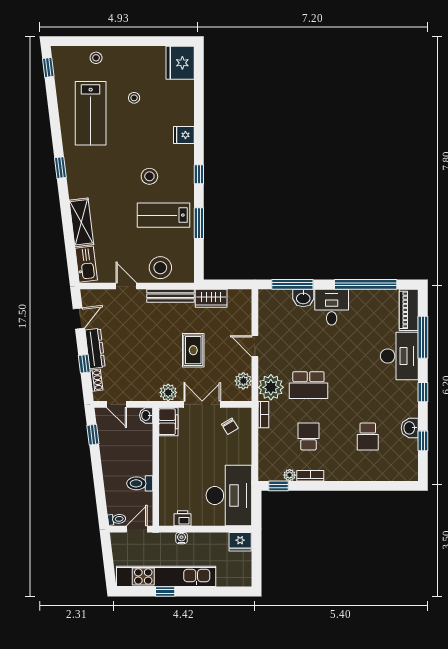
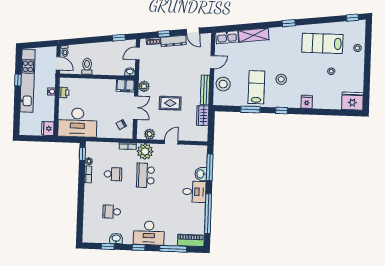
desk: (399, 356) -> (149, 233), moved

